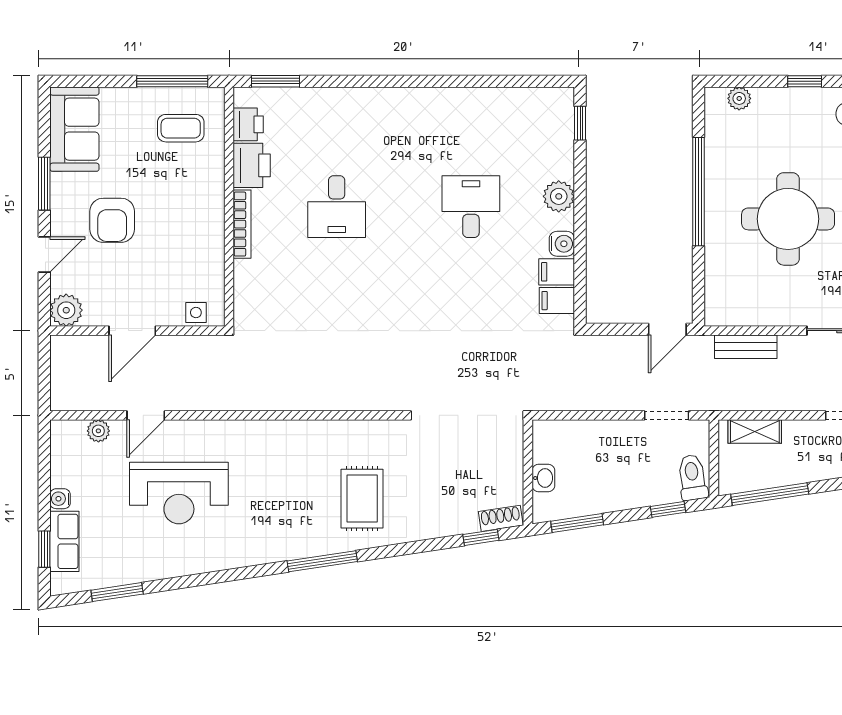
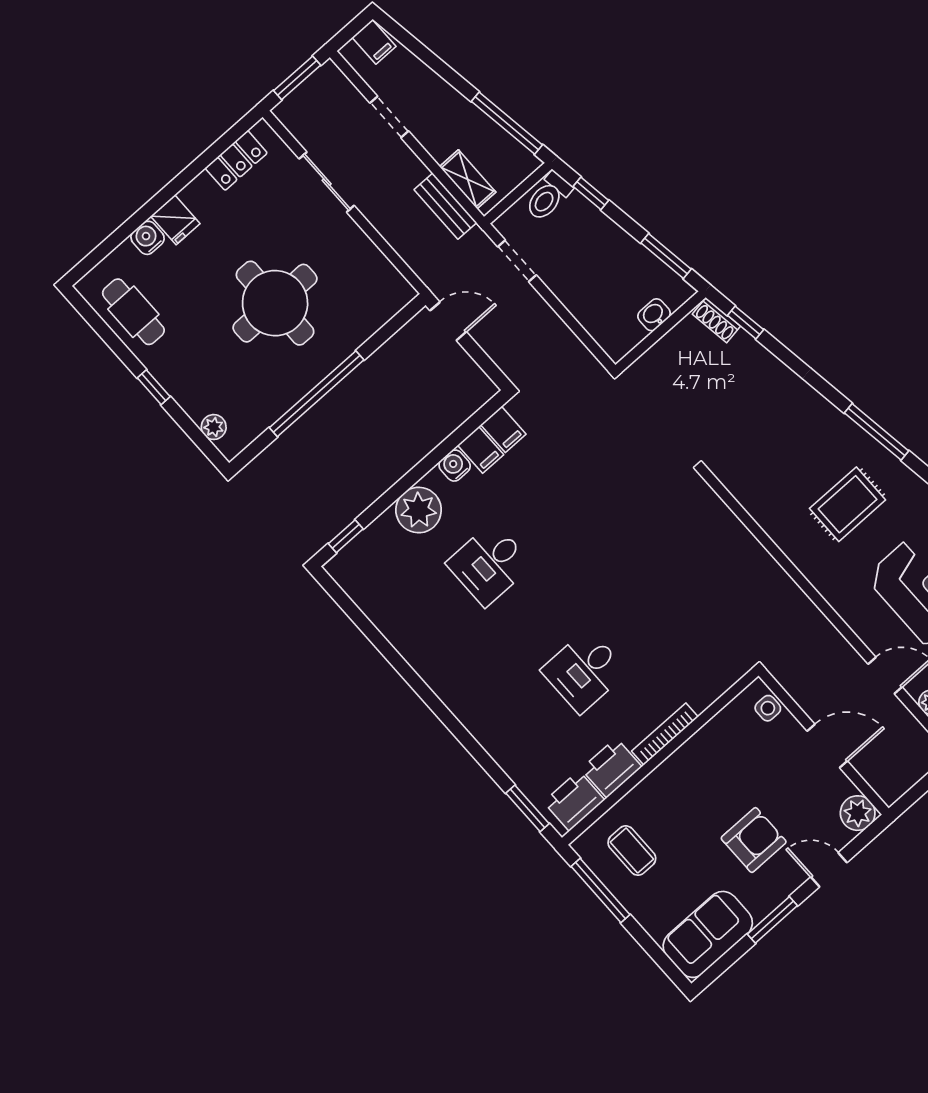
printer: (248, 124) -> (574, 801), width x1.36, depth x1.24
plant: (559, 196) -> (419, 510), width x1.36, depth x1.36
desk: (337, 207) -> (584, 671), turned 180
bench: (746, 347) -> (445, 206), moved
rug: (362, 499) -> (848, 504), moved

